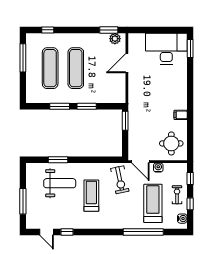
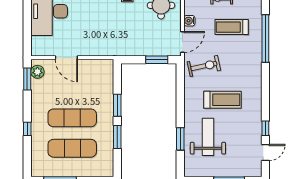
window: (48, 30) -> (27, 129), moved
window: (125, 121) -> (157, 60), moved
treadmill: (91, 196) -> (222, 100), turned 180
treadmill: (153, 203) -> (232, 27), width x0.73, depth x0.73

